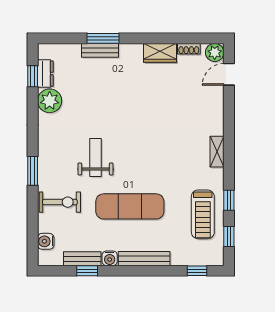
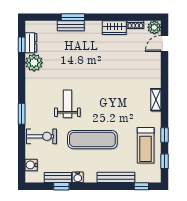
bench: (144, 259) -> (116, 177), moved

